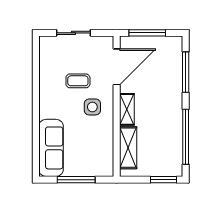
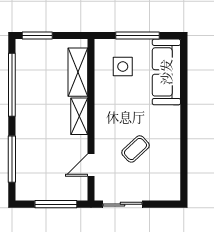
sliding door: (74, 33) -> (122, 204), moved
door: (117, 67) -> (91, 165), width x0.53
coffee table: (78, 81) -> (135, 149), turned -43
side table: (92, 107) -> (123, 67), moved

